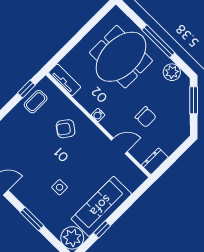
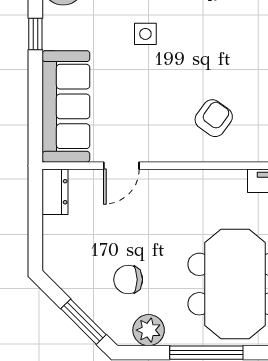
water cooler: (98, 115) -> (189, 178), removed
chair: (146, 117) -> (128, 280), moved
sofa: (101, 206) -> (66, 106), moved

